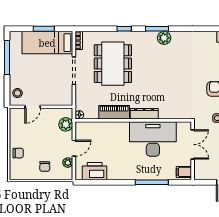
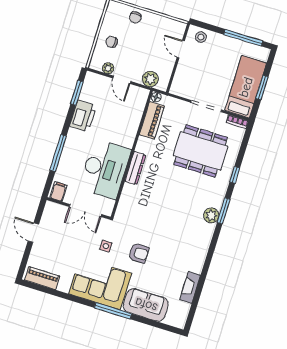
piano: (114, 112) -> (152, 120), moved
printer: (95, 171) -> (83, 116), moved
window: (96, 182) -> (77, 93), added

